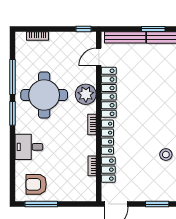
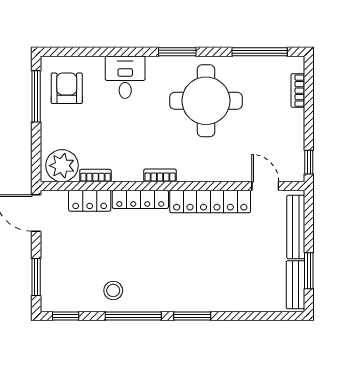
window: (13, 77) -> (260, 52), moved
plant: (86, 94) -> (62, 166), moved

